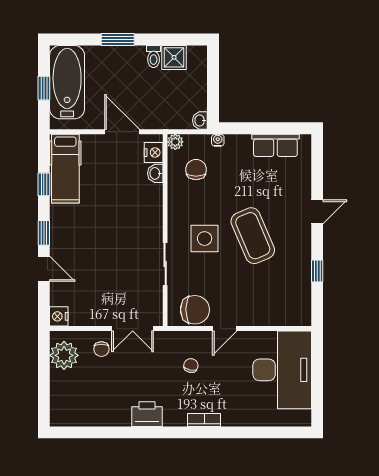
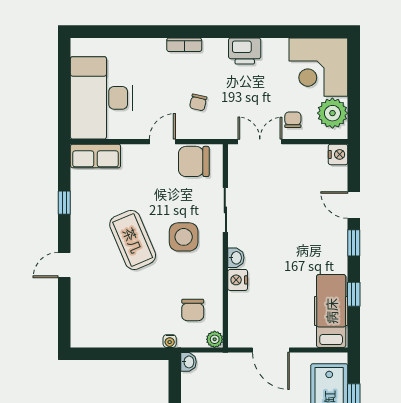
row of seats: (275, 145) -> (95, 156), moved, turned 180
nightstand: (154, 153) -> (238, 280), moved
washbasin: (155, 173) -> (236, 258), moved
corner desk: (77, 399) -> (318, 67), added

